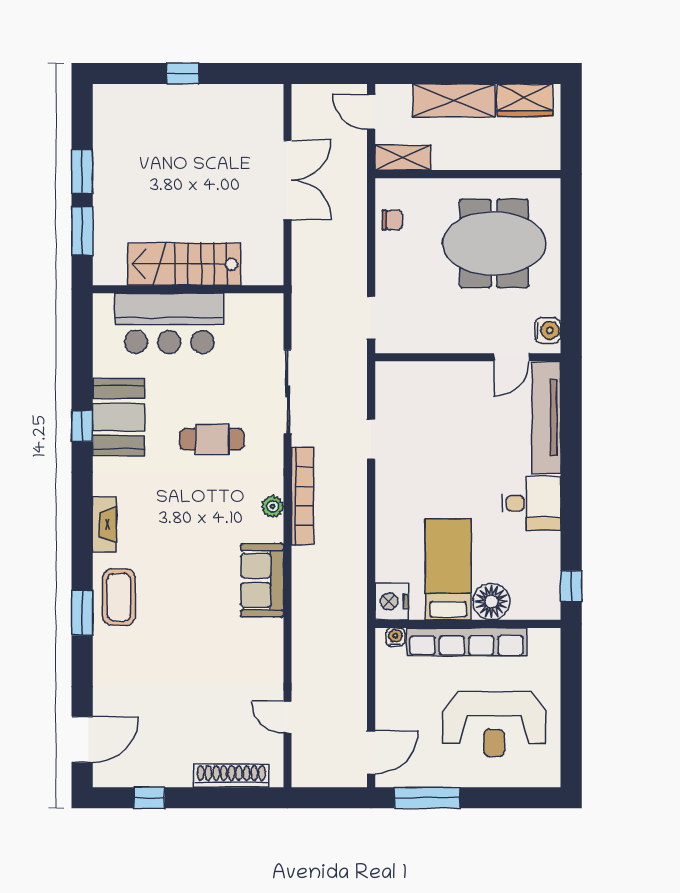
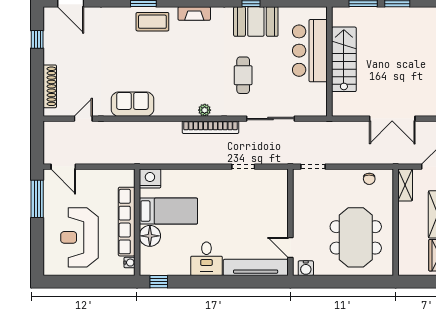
sofa: (262, 580) -> (132, 104), moved
water cooler: (395, 637) -> (129, 263), moved

